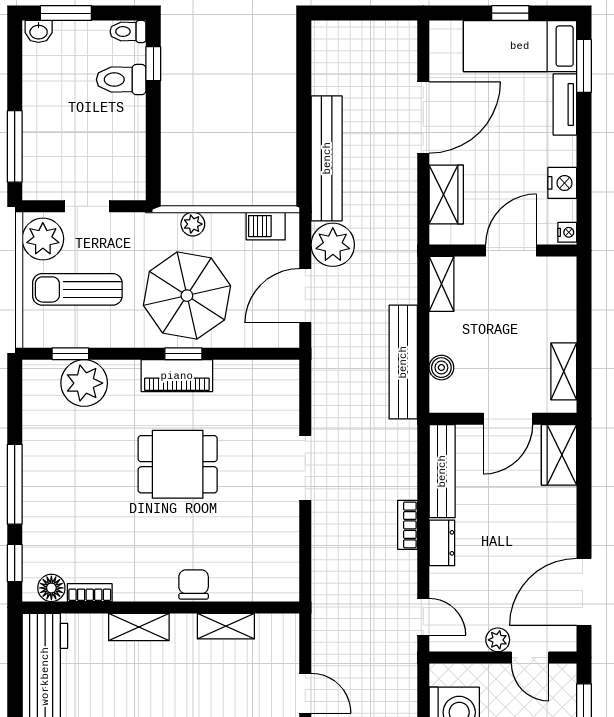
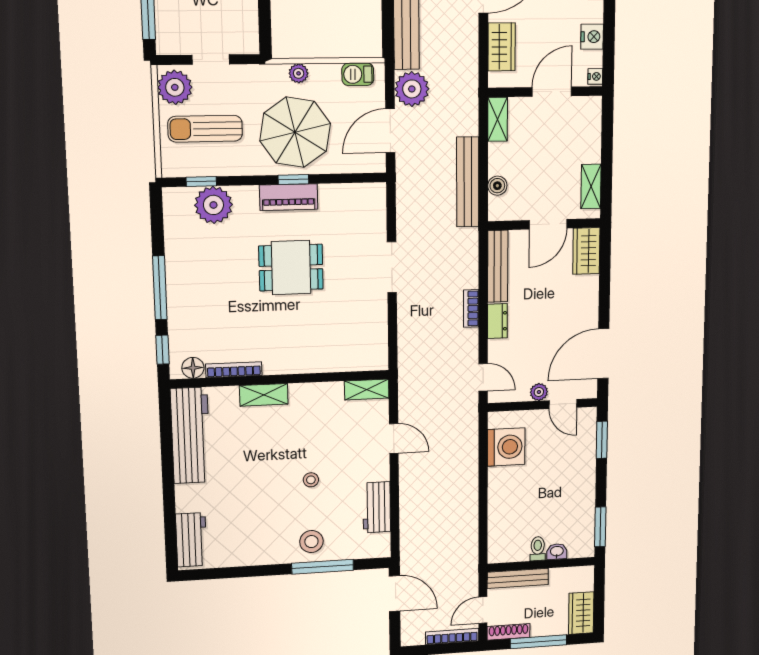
chair: (194, 584) -> (306, 360), removed
bookcase: (90, 593) -> (234, 370), width x1.56
shelving: (226, 626) -> (367, 390), moved

